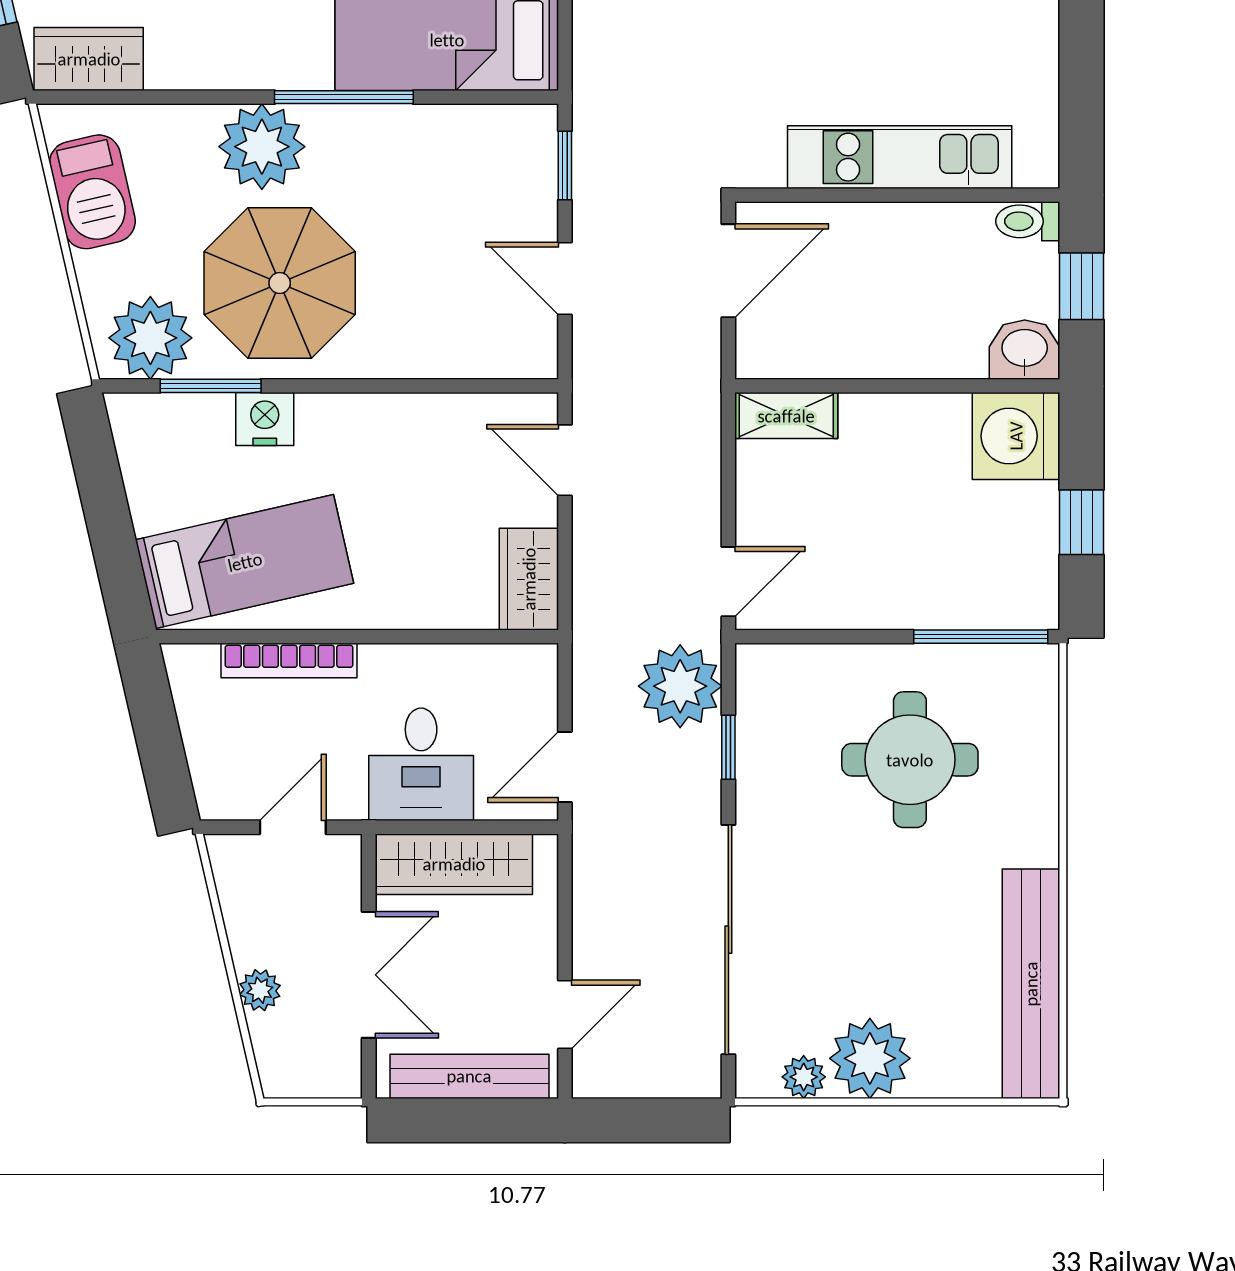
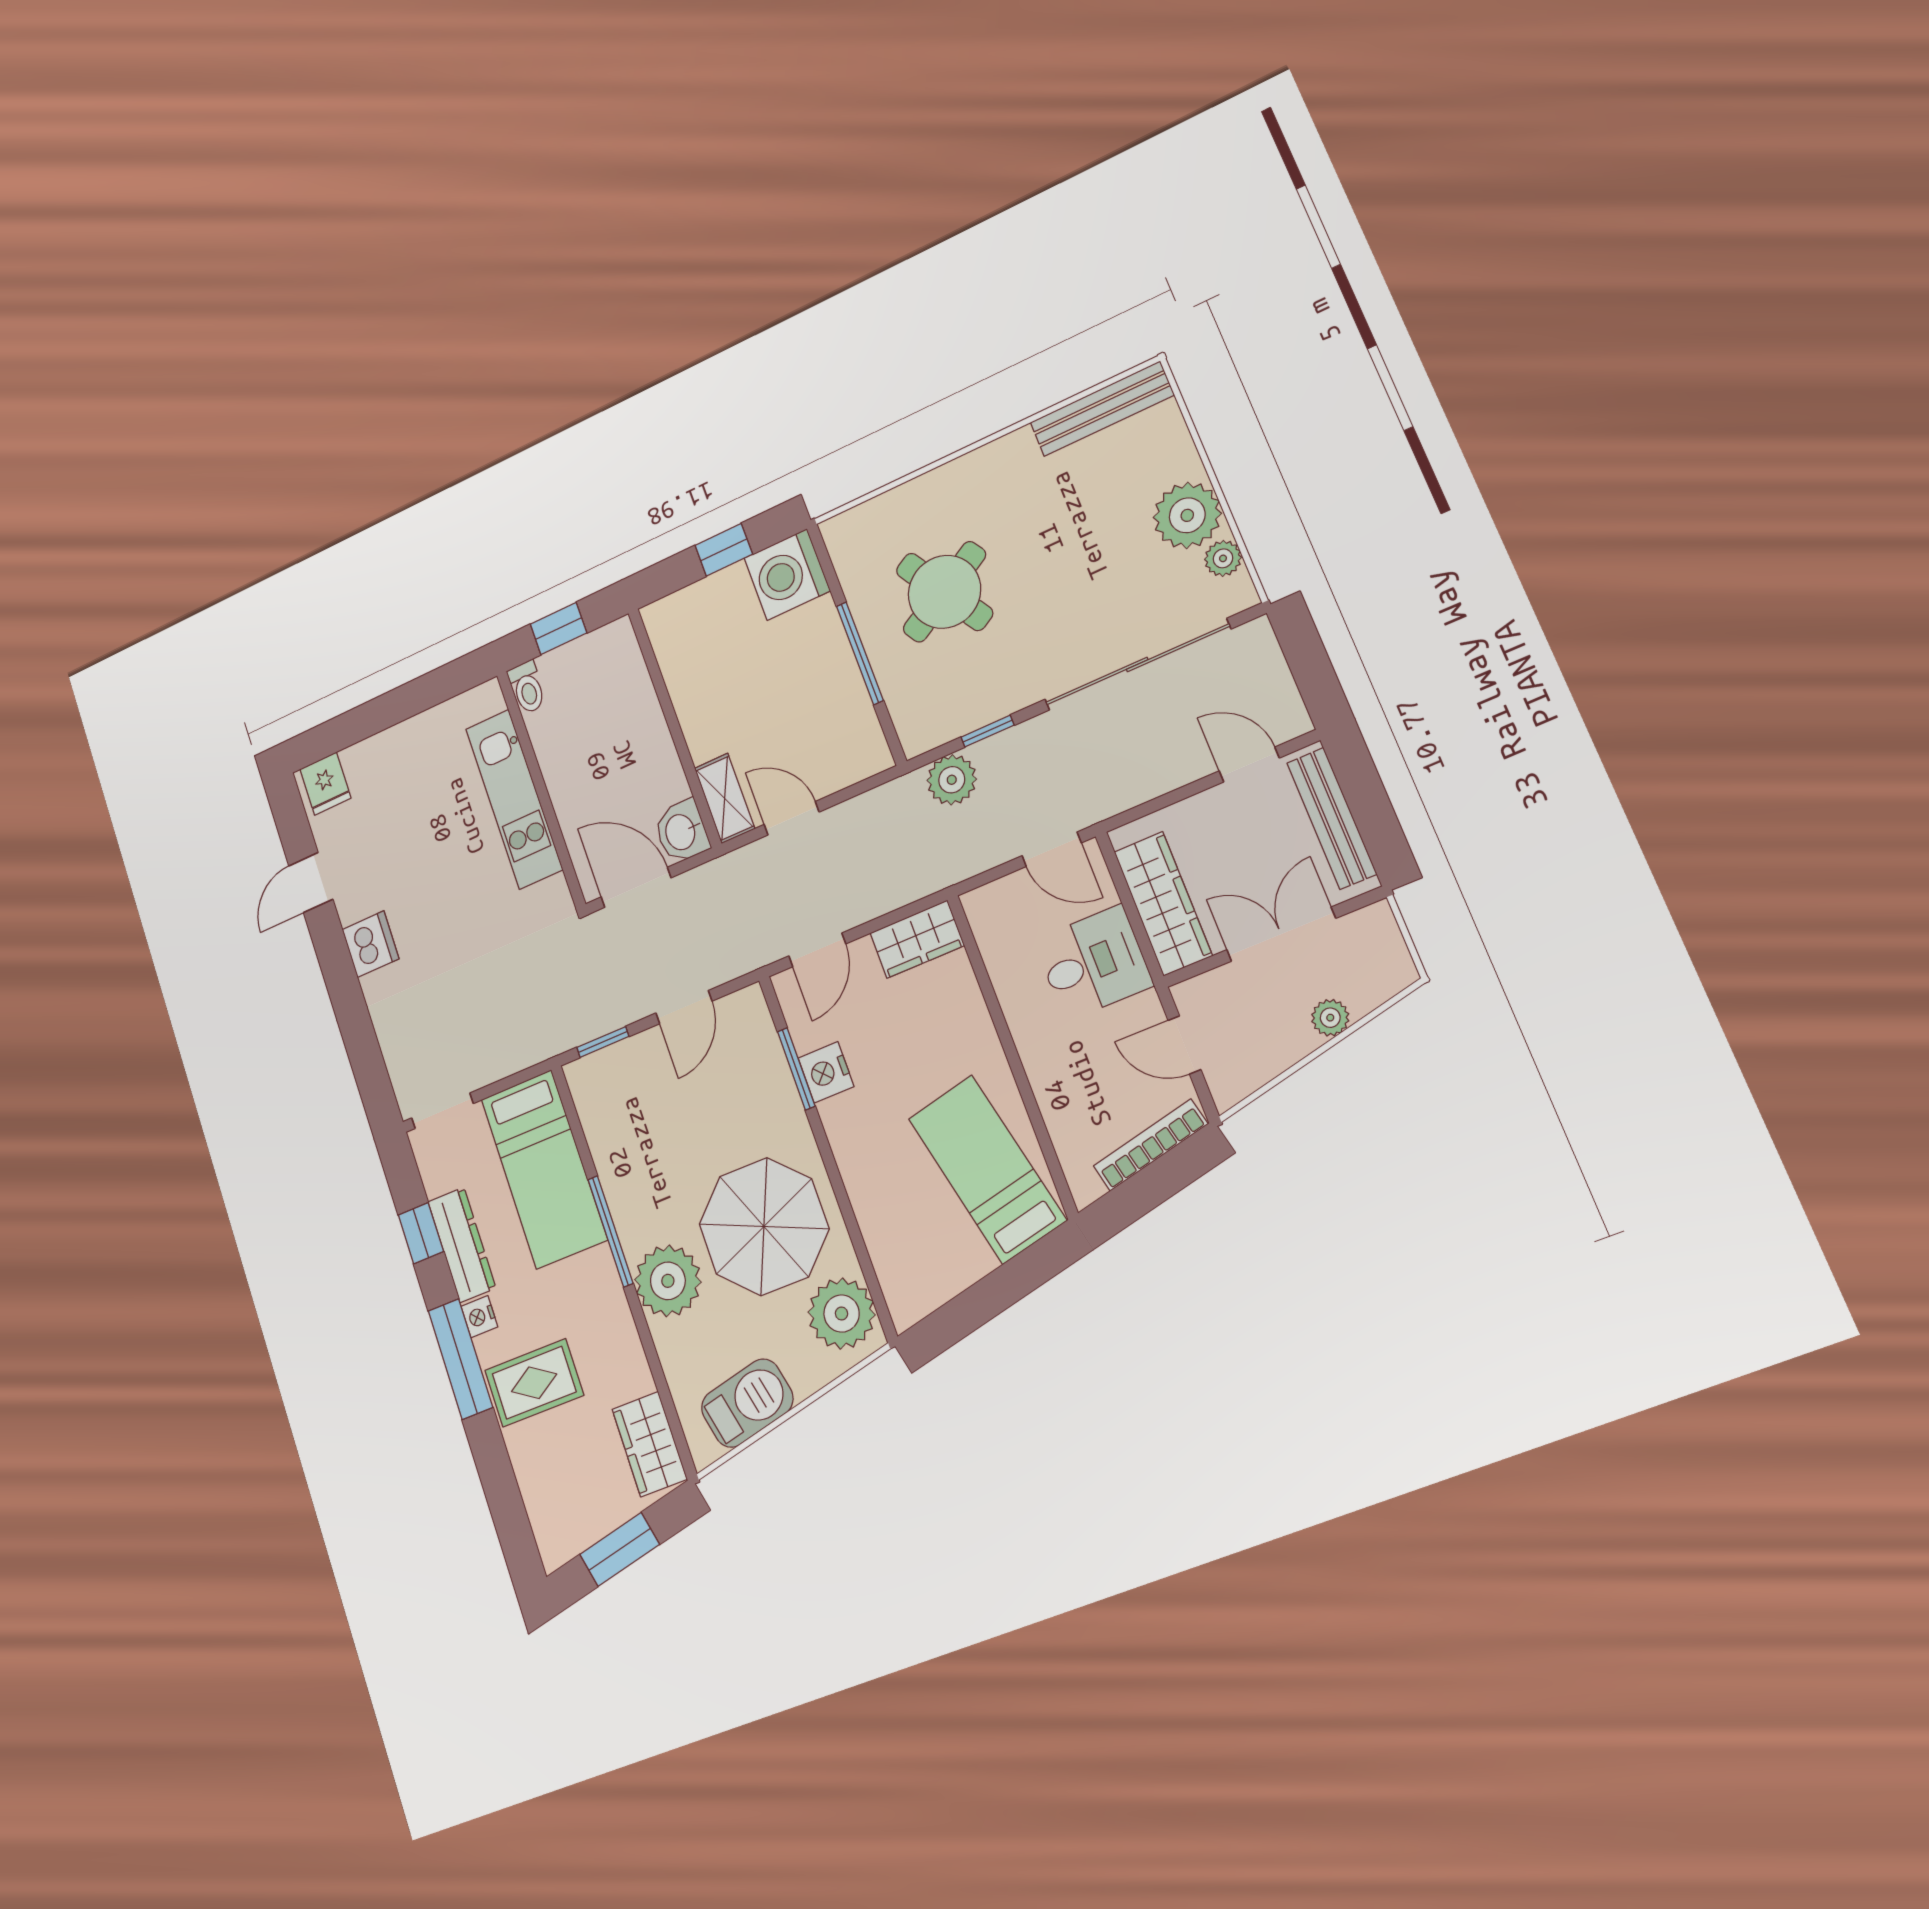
washbasin: (1025, 350) -> (681, 832), moved
window: (211, 386) -> (796, 1069), moved
nightstand: (265, 419) -> (826, 1072), moved
washing machine: (1016, 436) -> (787, 574), moved, turned 90
door: (728, 582) -> (792, 818), moved
window: (981, 637) -> (860, 653), moved
bookcase: (289, 660) -> (1151, 1145), moved, turned -103
plant: (680, 686) -> (952, 780), width x0.73, depth x0.73
round table: (910, 760) -> (944, 592), turned -31
bench: (1031, 984) -> (1102, 409), width x0.73, depth x0.82

